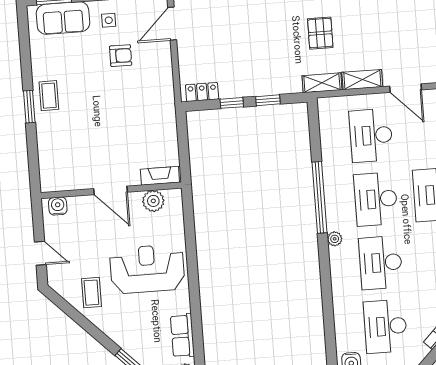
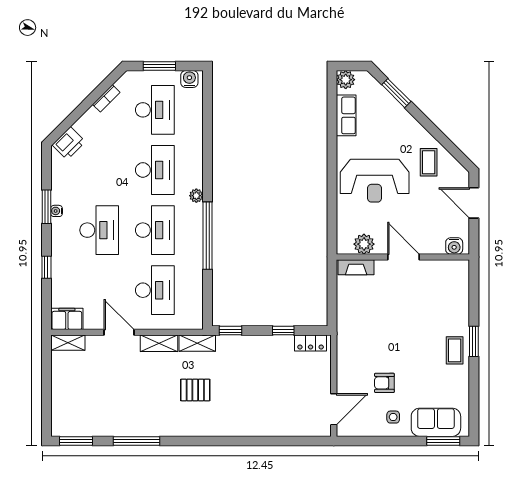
pallet: (320, 33) -> (195, 390), turned 90
window: (268, 100) -> (231, 331), moved
door: (40, 253) -> (474, 203), width x1.38

